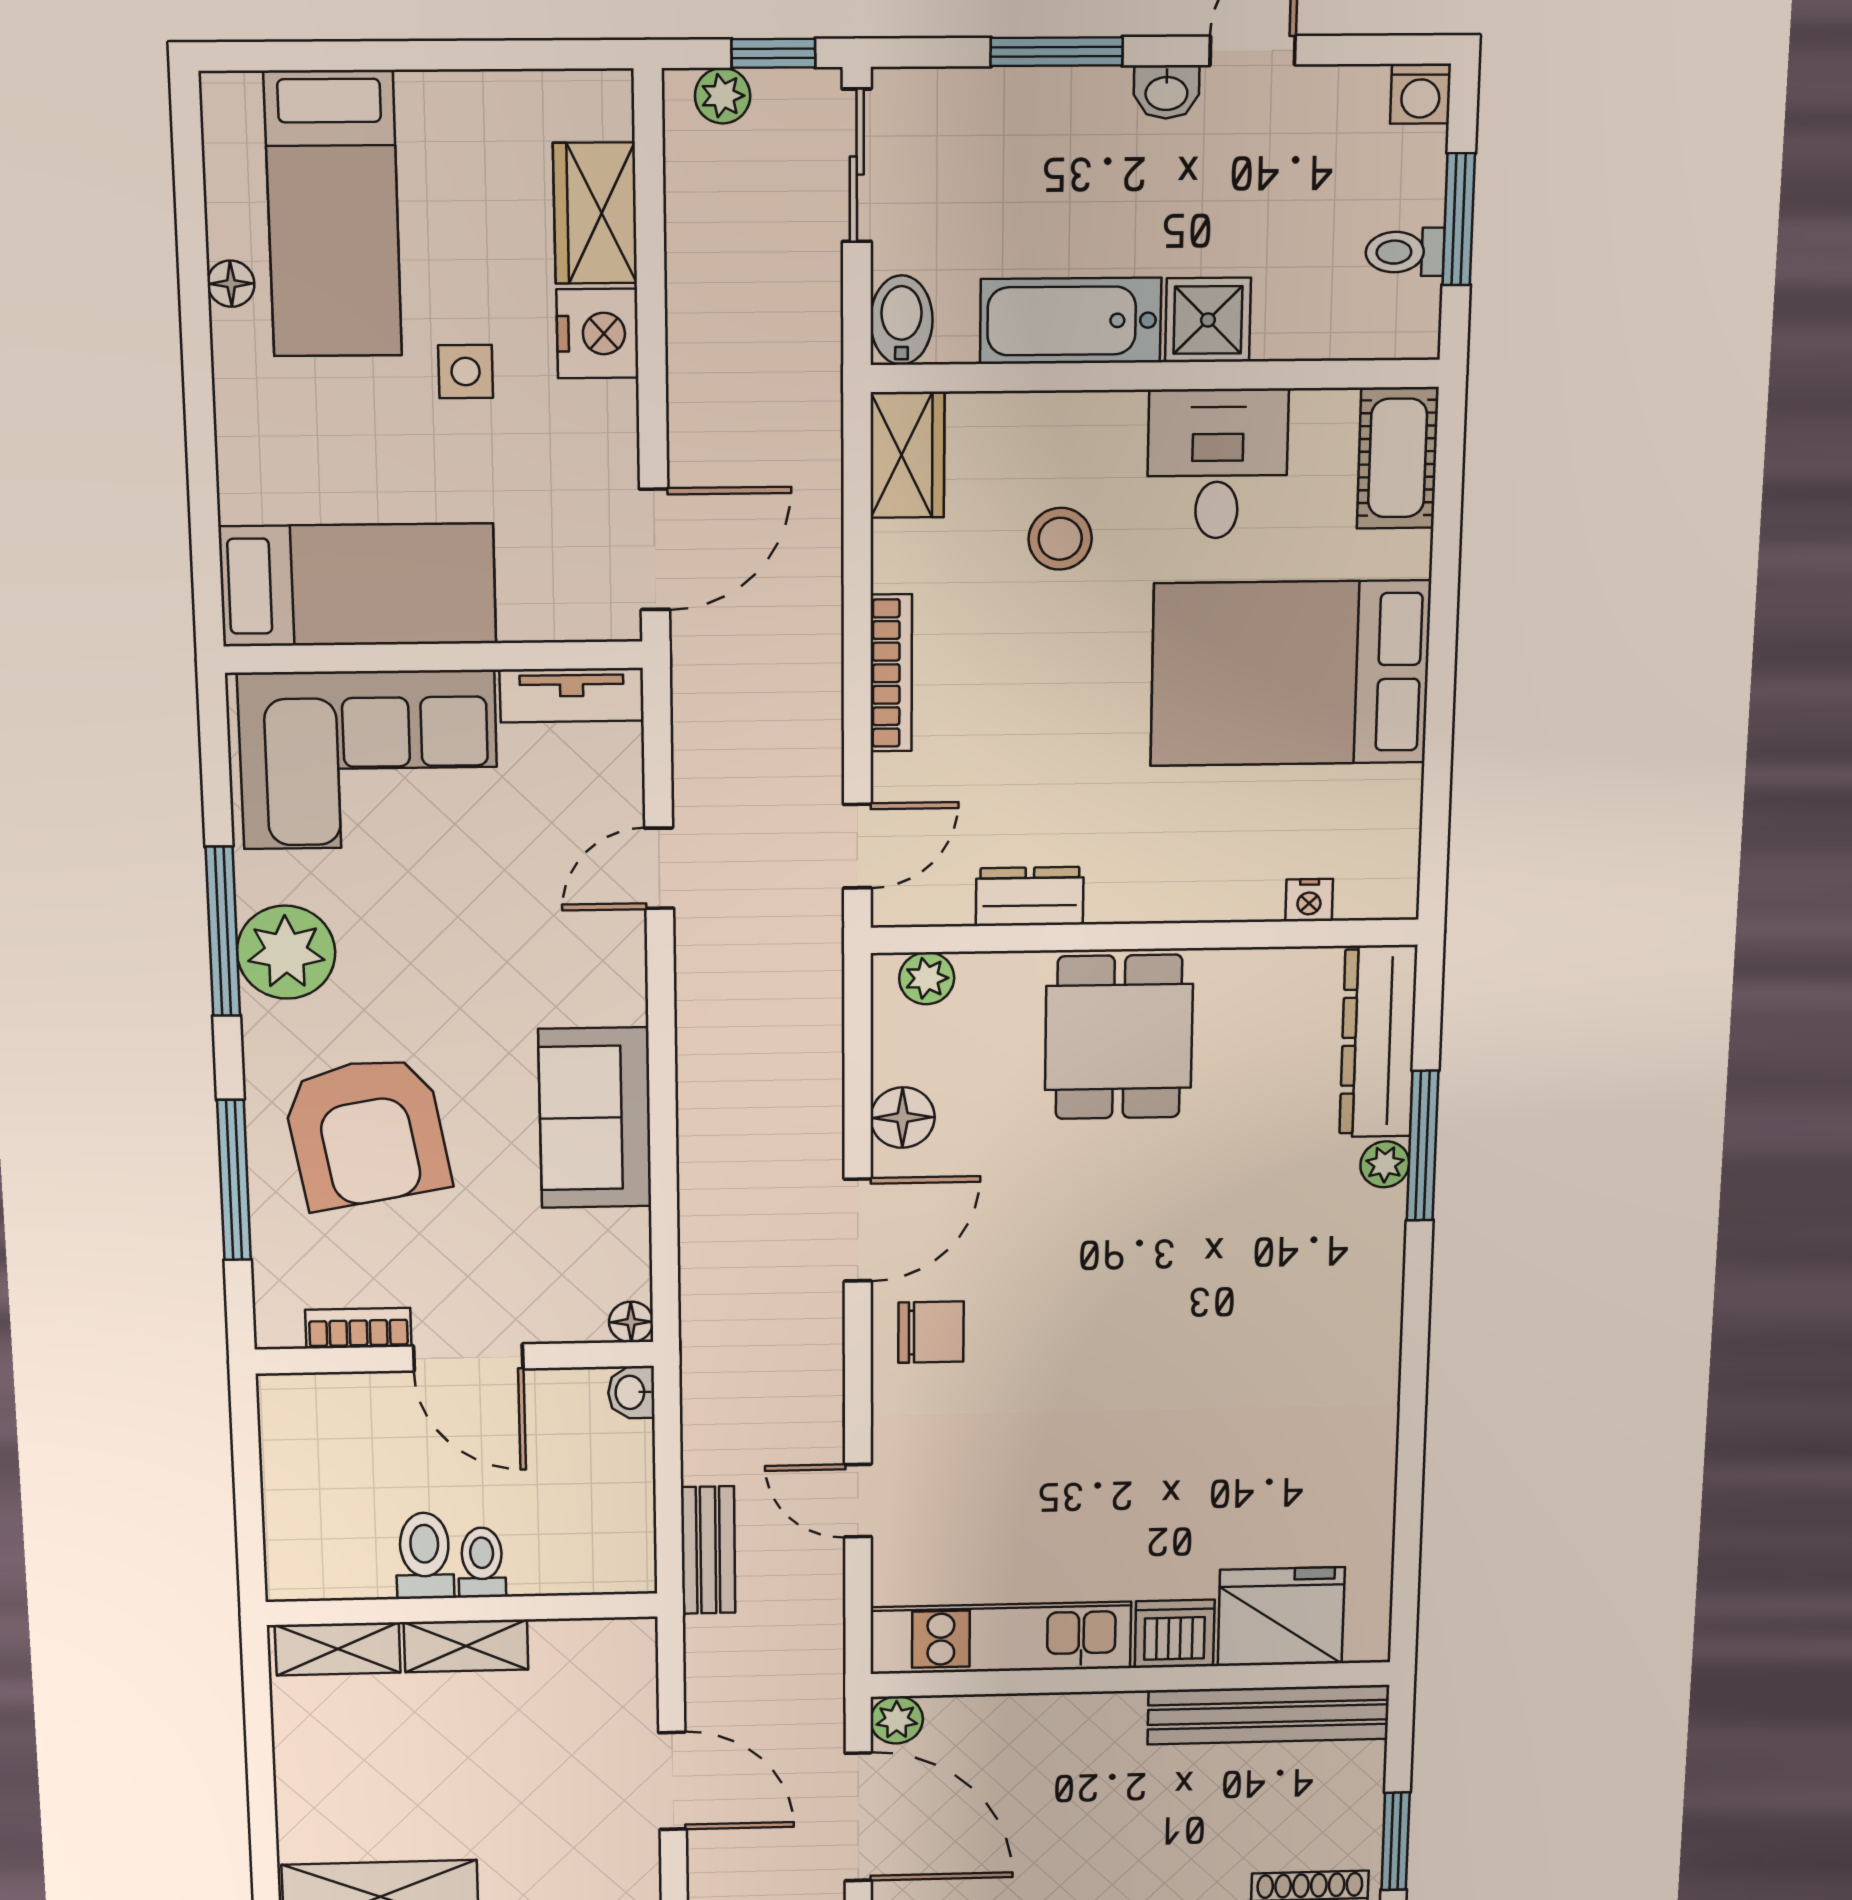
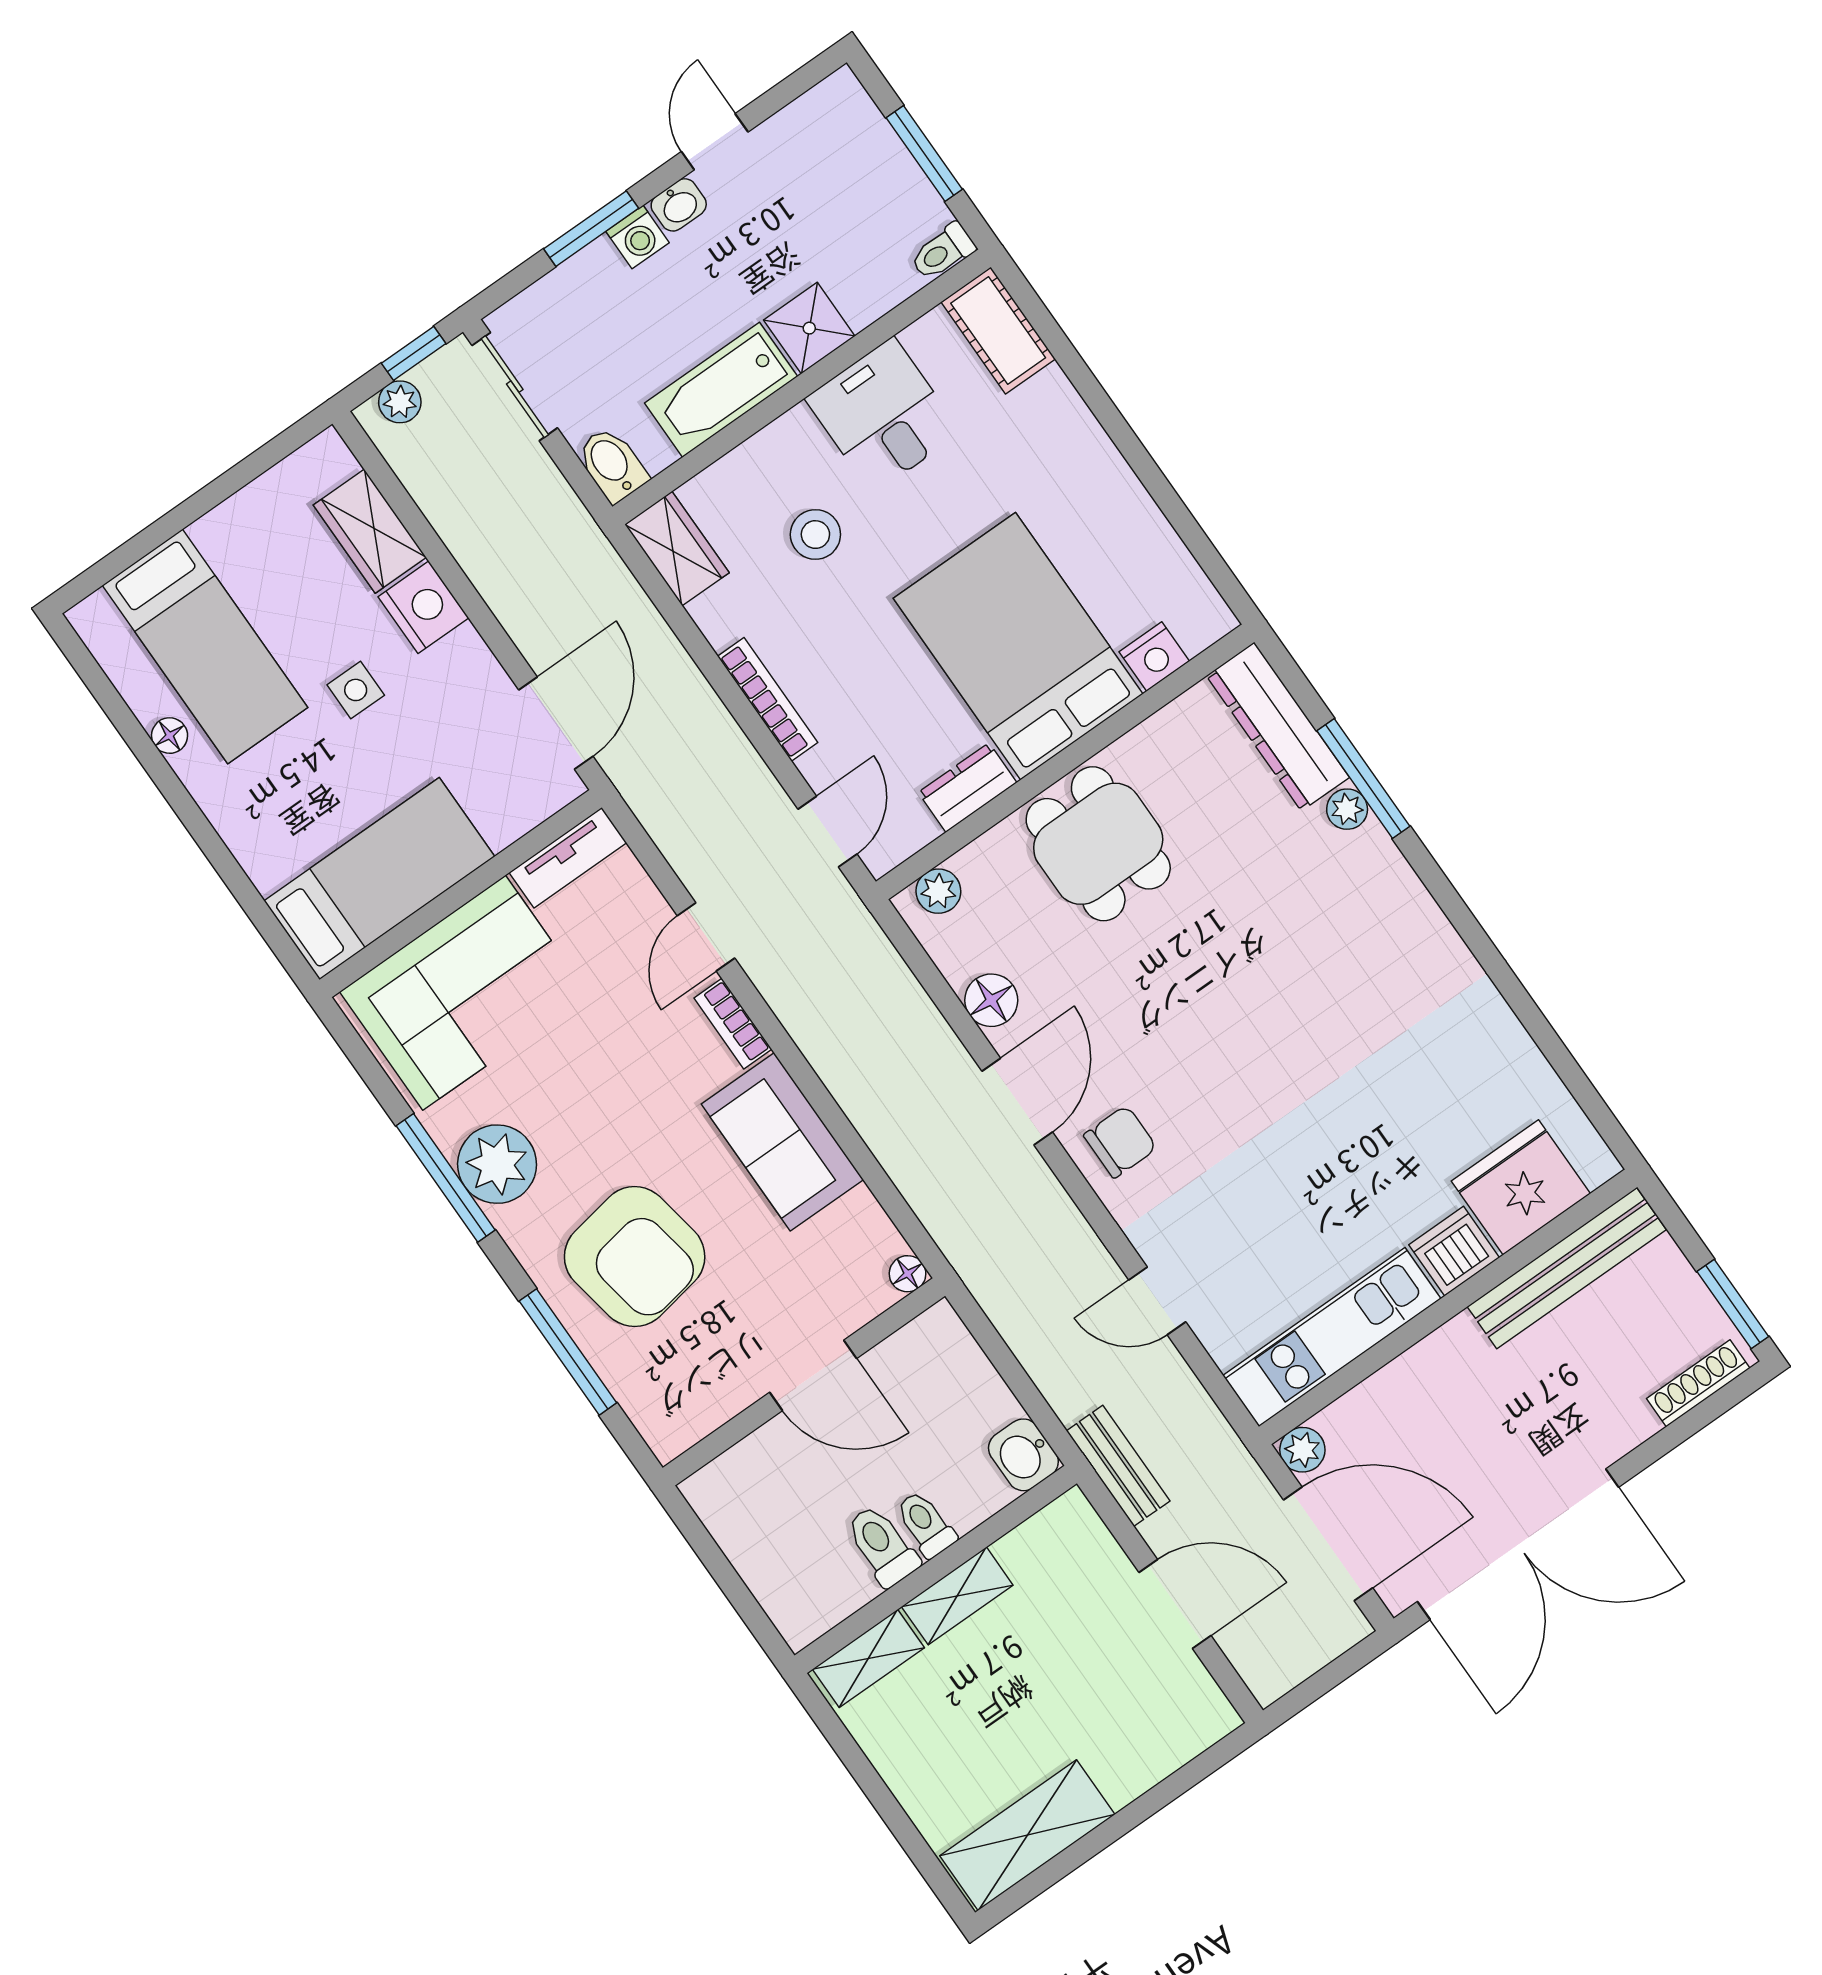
washing machine: (1420, 94) -> (637, 237), moved
toilet: (1405, 252) -> (943, 252), moved
bed: (1290, 673) -> (1018, 646), moved, turned 90
nightstand: (1309, 900) -> (1154, 657), width x1.39, depth x1.35
bookcase: (358, 1328) -> (733, 1024), moved, turned -90
washbasin: (631, 1392) -> (1023, 1455), moved, width x1.38, depth x1.45
bench: (708, 1550) -> (1118, 1466), moved

